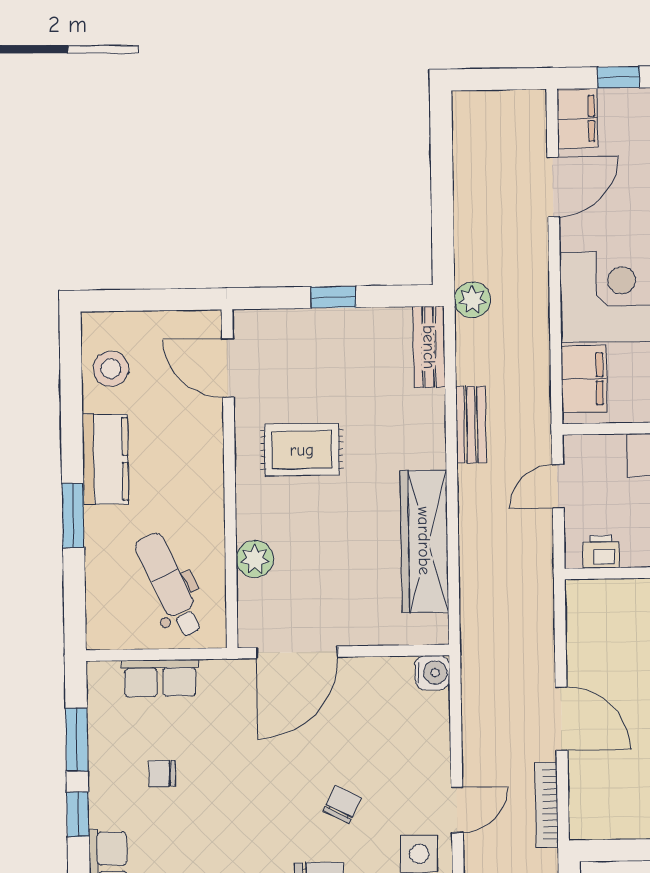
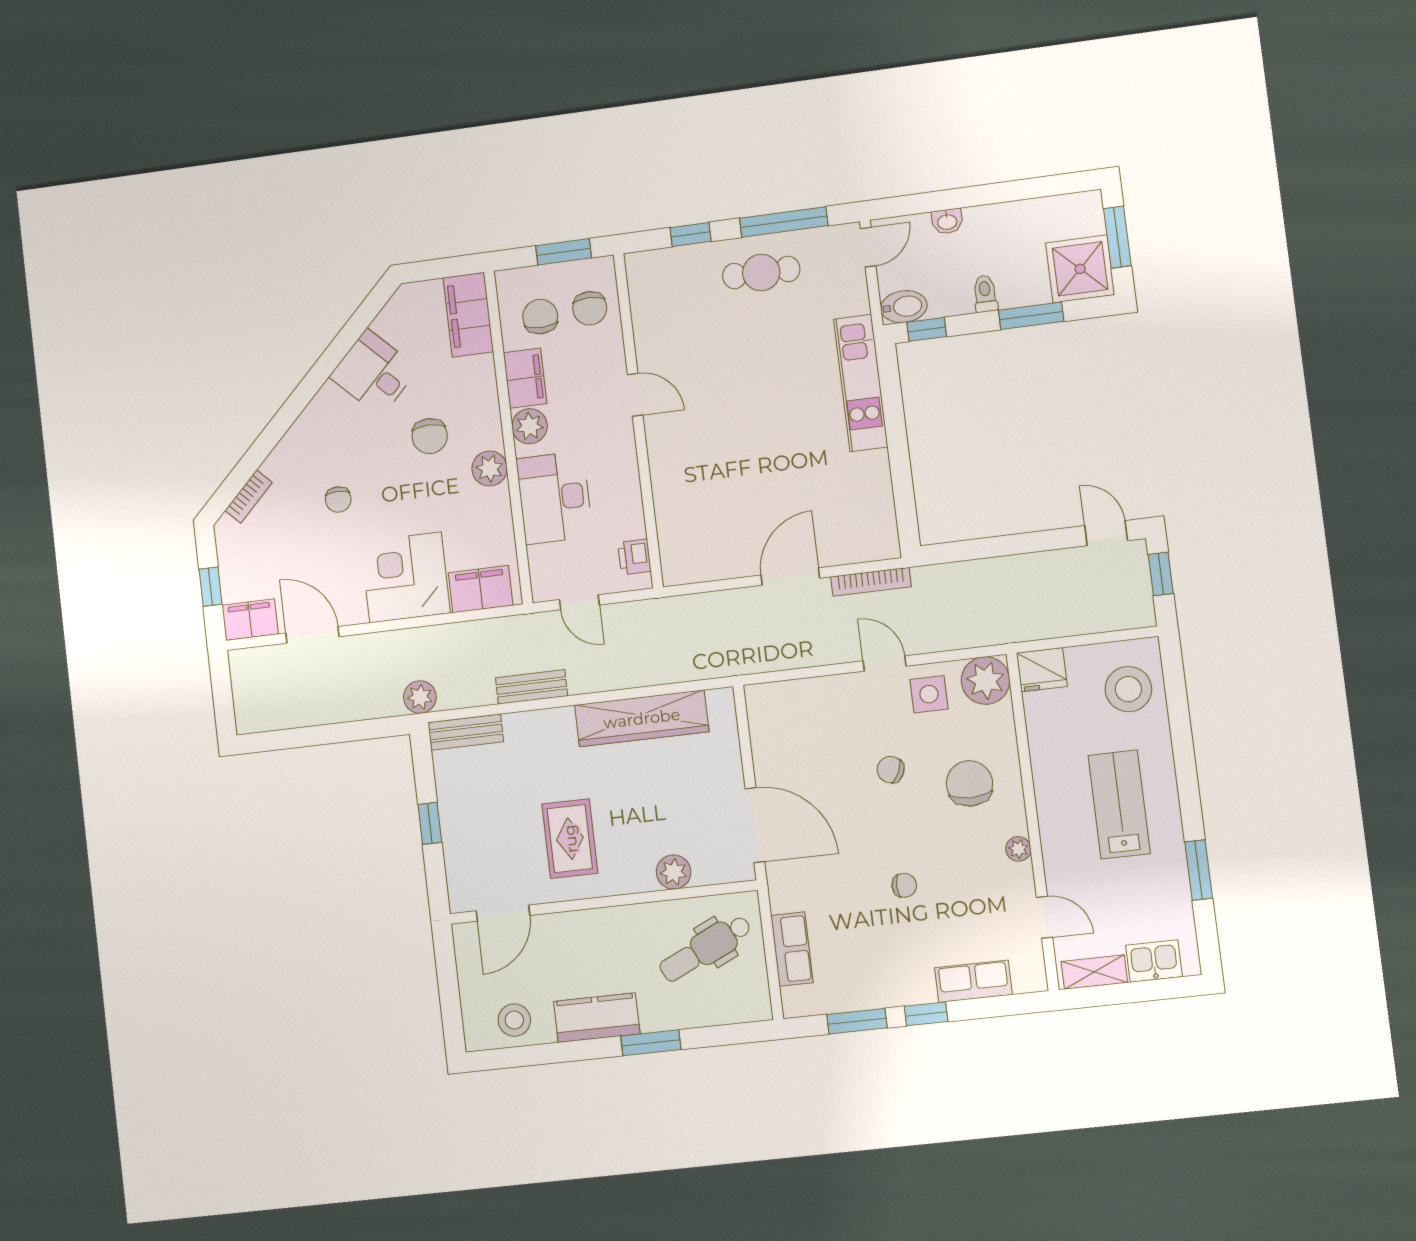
water cooler: (432, 673) -> (761, 699), removed
chair: (162, 773) -> (904, 885), moved, turned -90

